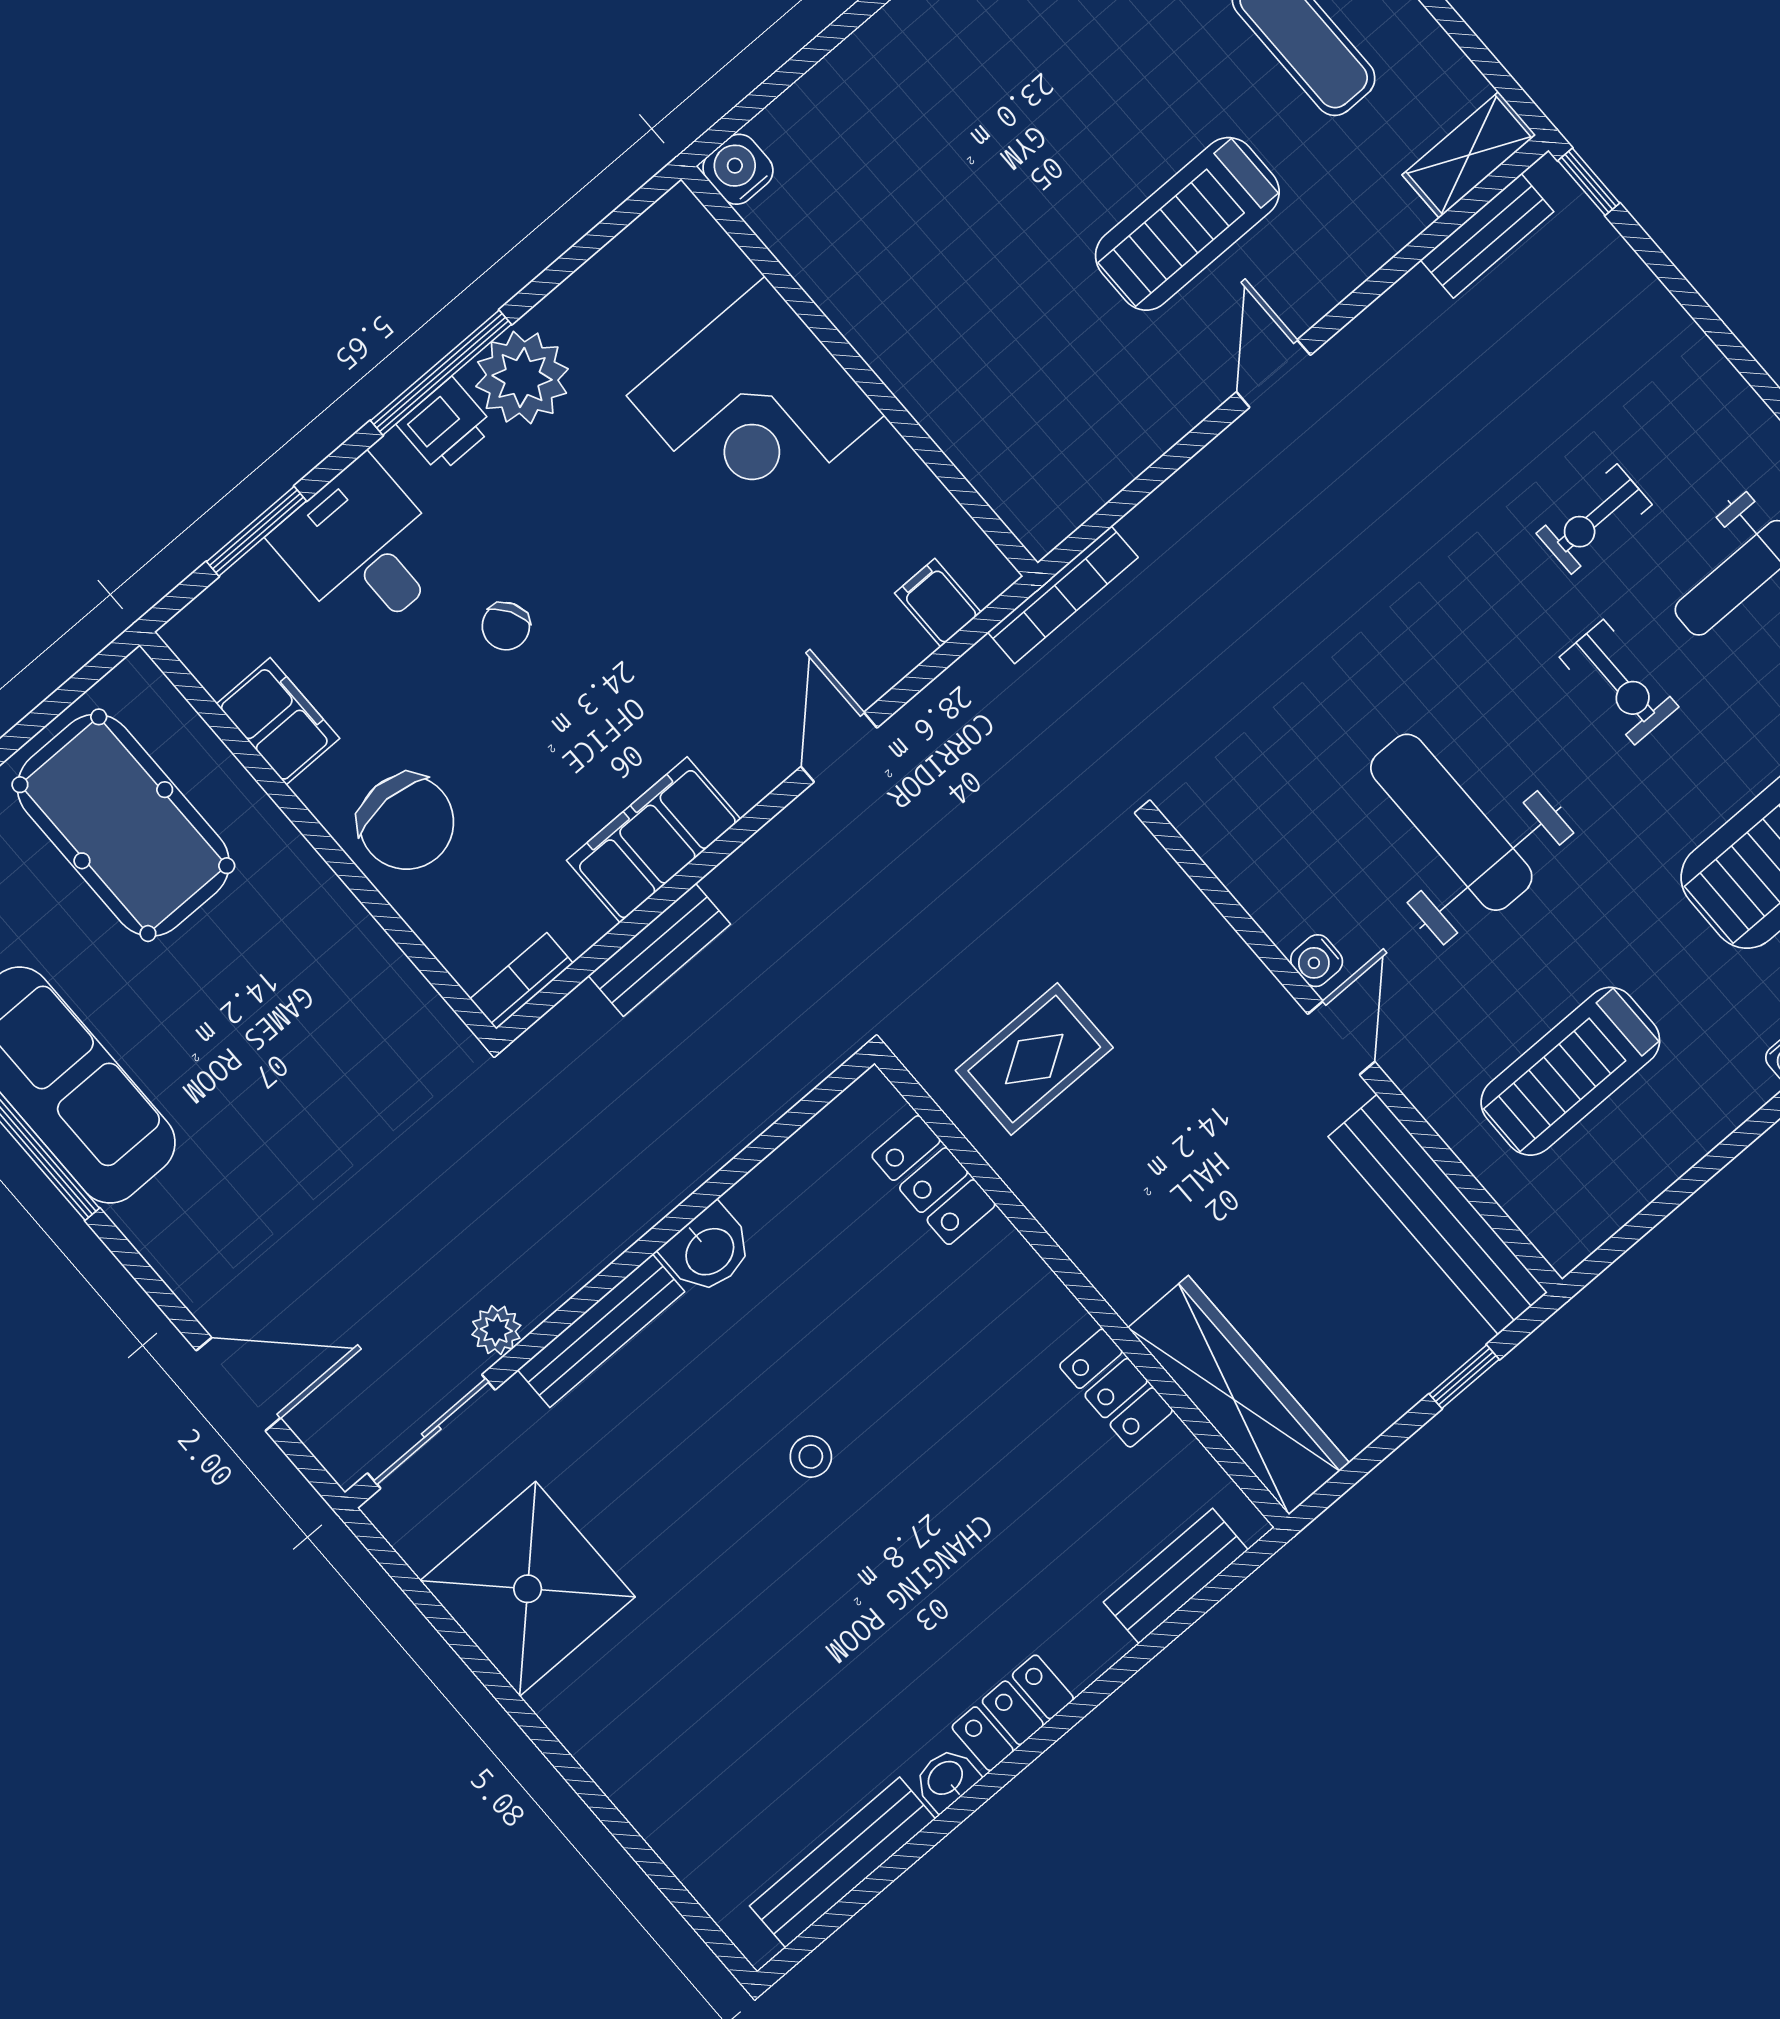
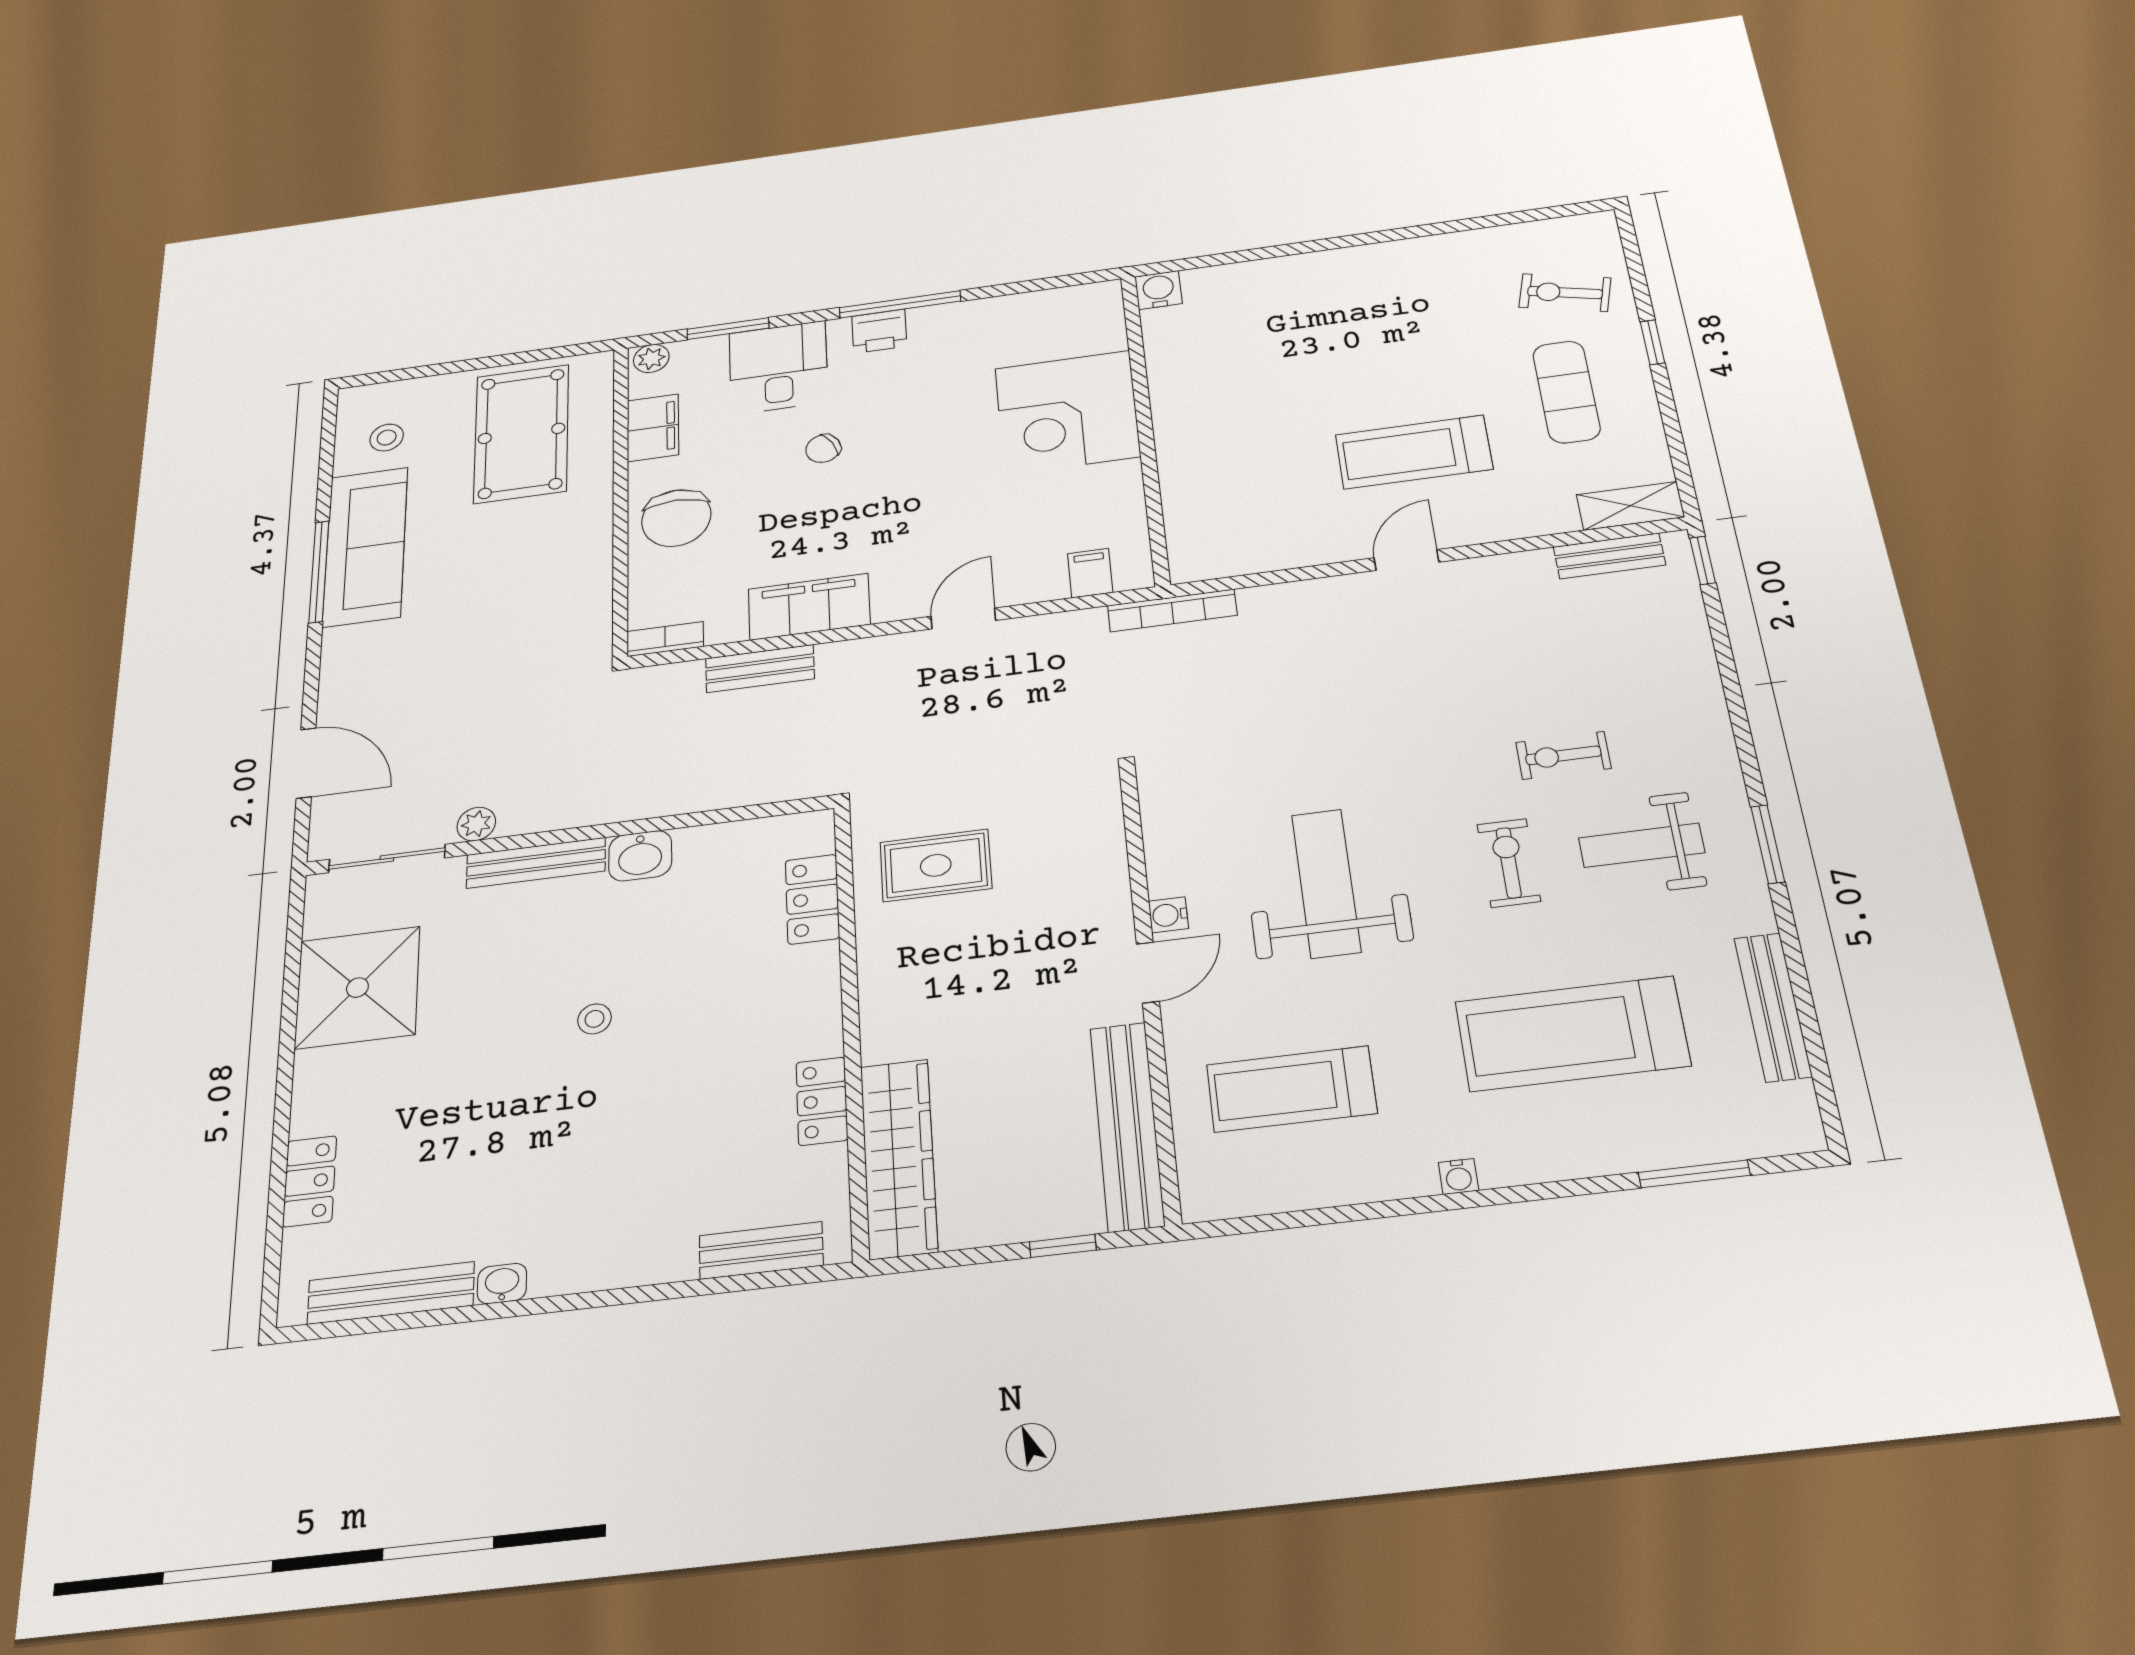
plant: (522, 378) -> (651, 358), moved, width x0.53, depth x0.53
exercise bike: (1619, 682) -> (1509, 863), turned 180
locker: (1013, 1713) -> (310, 1181), moved, turned 90

